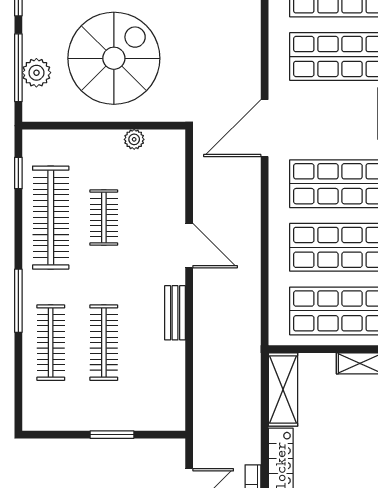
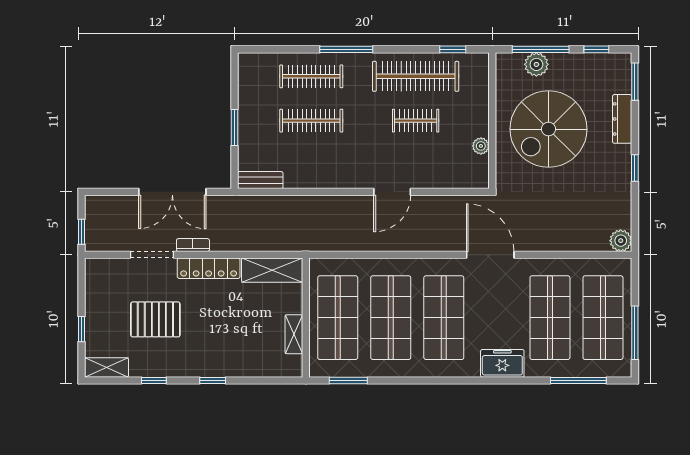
spiral stairs: (114, 58) -> (548, 129), turned 90
bench: (175, 313) -> (260, 180), moved

